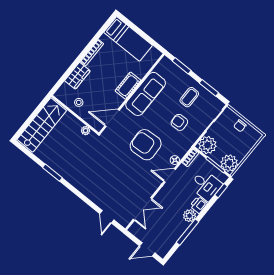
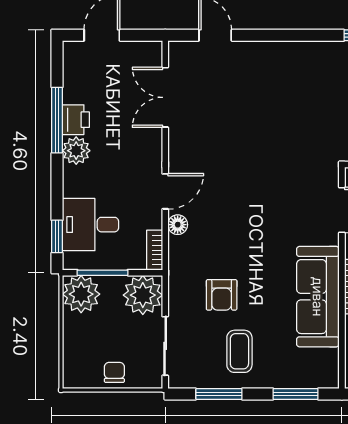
armchair: (179, 122) -> (222, 295), turned 92
armchair: (146, 145) -> (248, 211), removed
printer: (199, 205) -> (76, 120), moved

